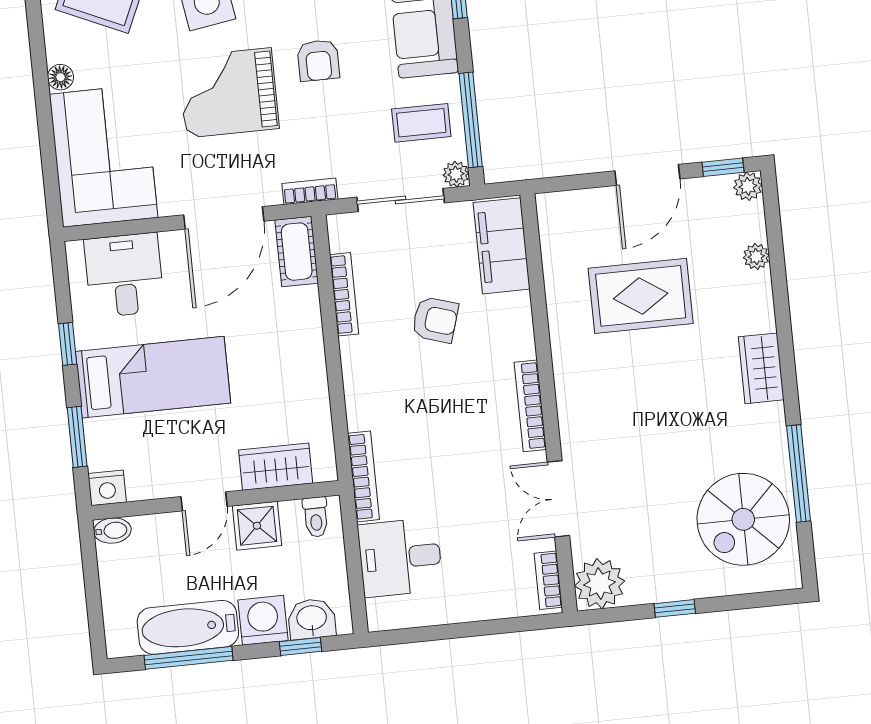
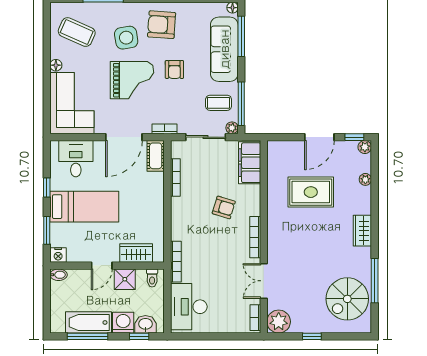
grand piano: (229, 93) -> (132, 80), turned 180
armchair: (435, 320) -> (224, 207), moved
desk: (400, 557) -> (189, 307), width x1.37

